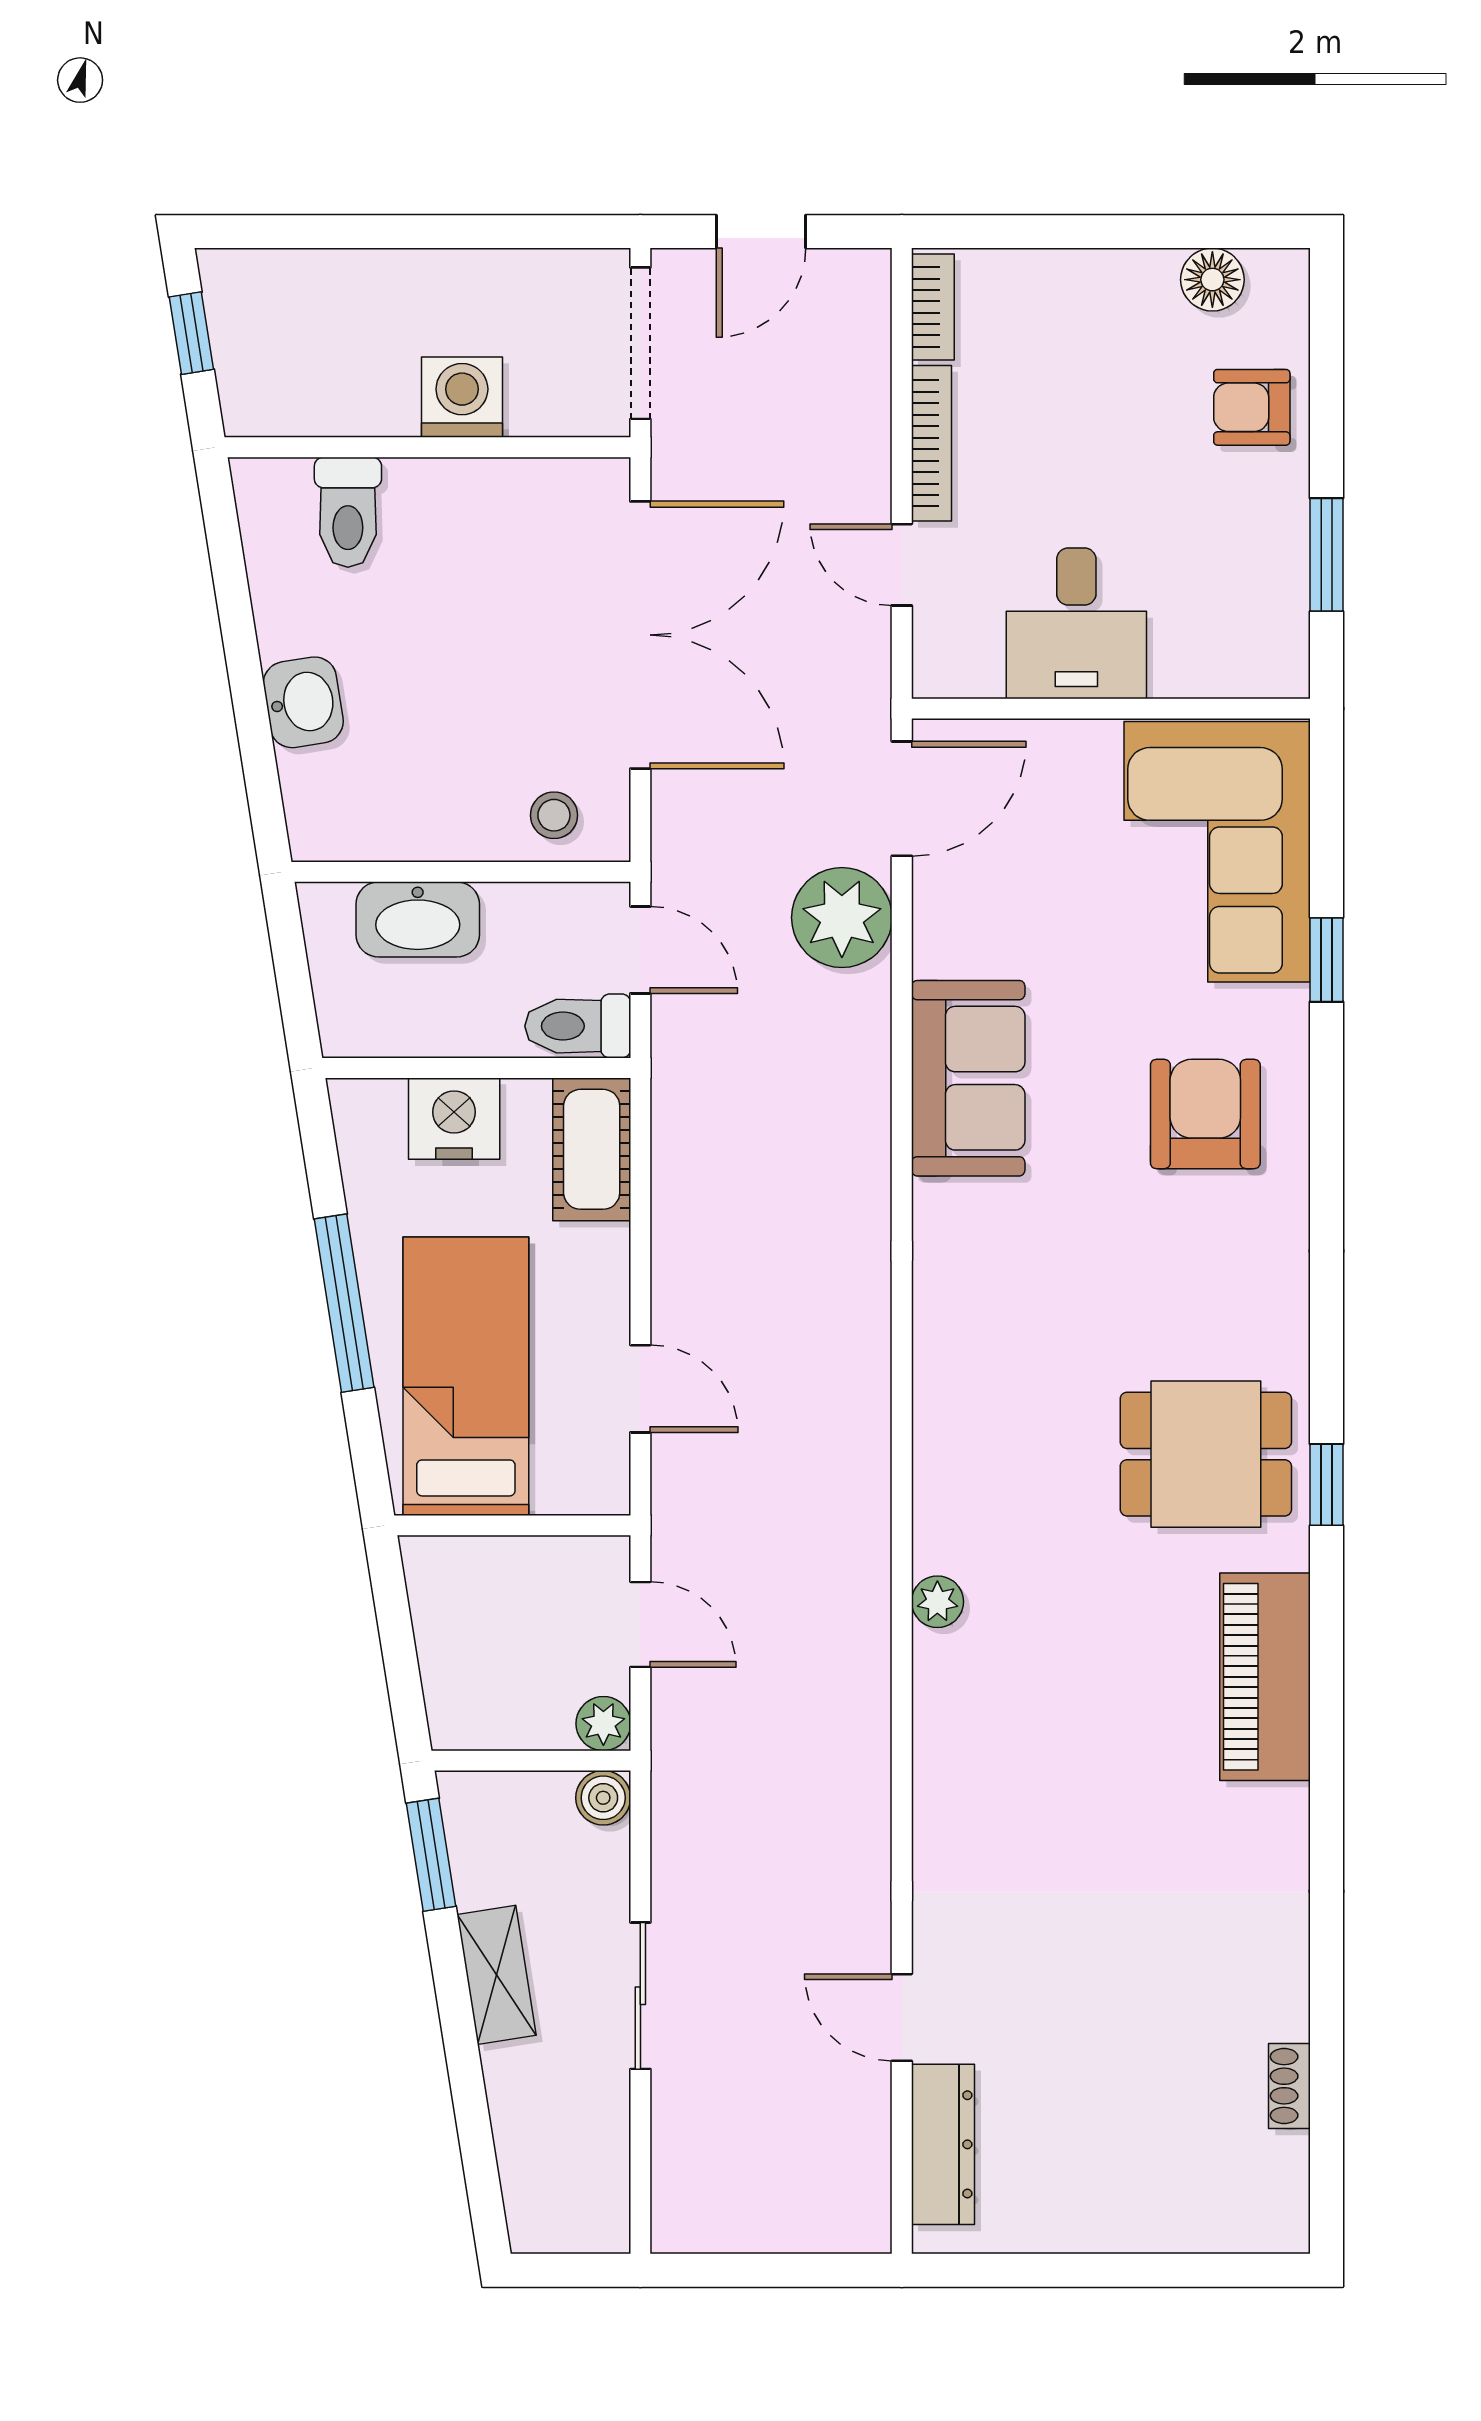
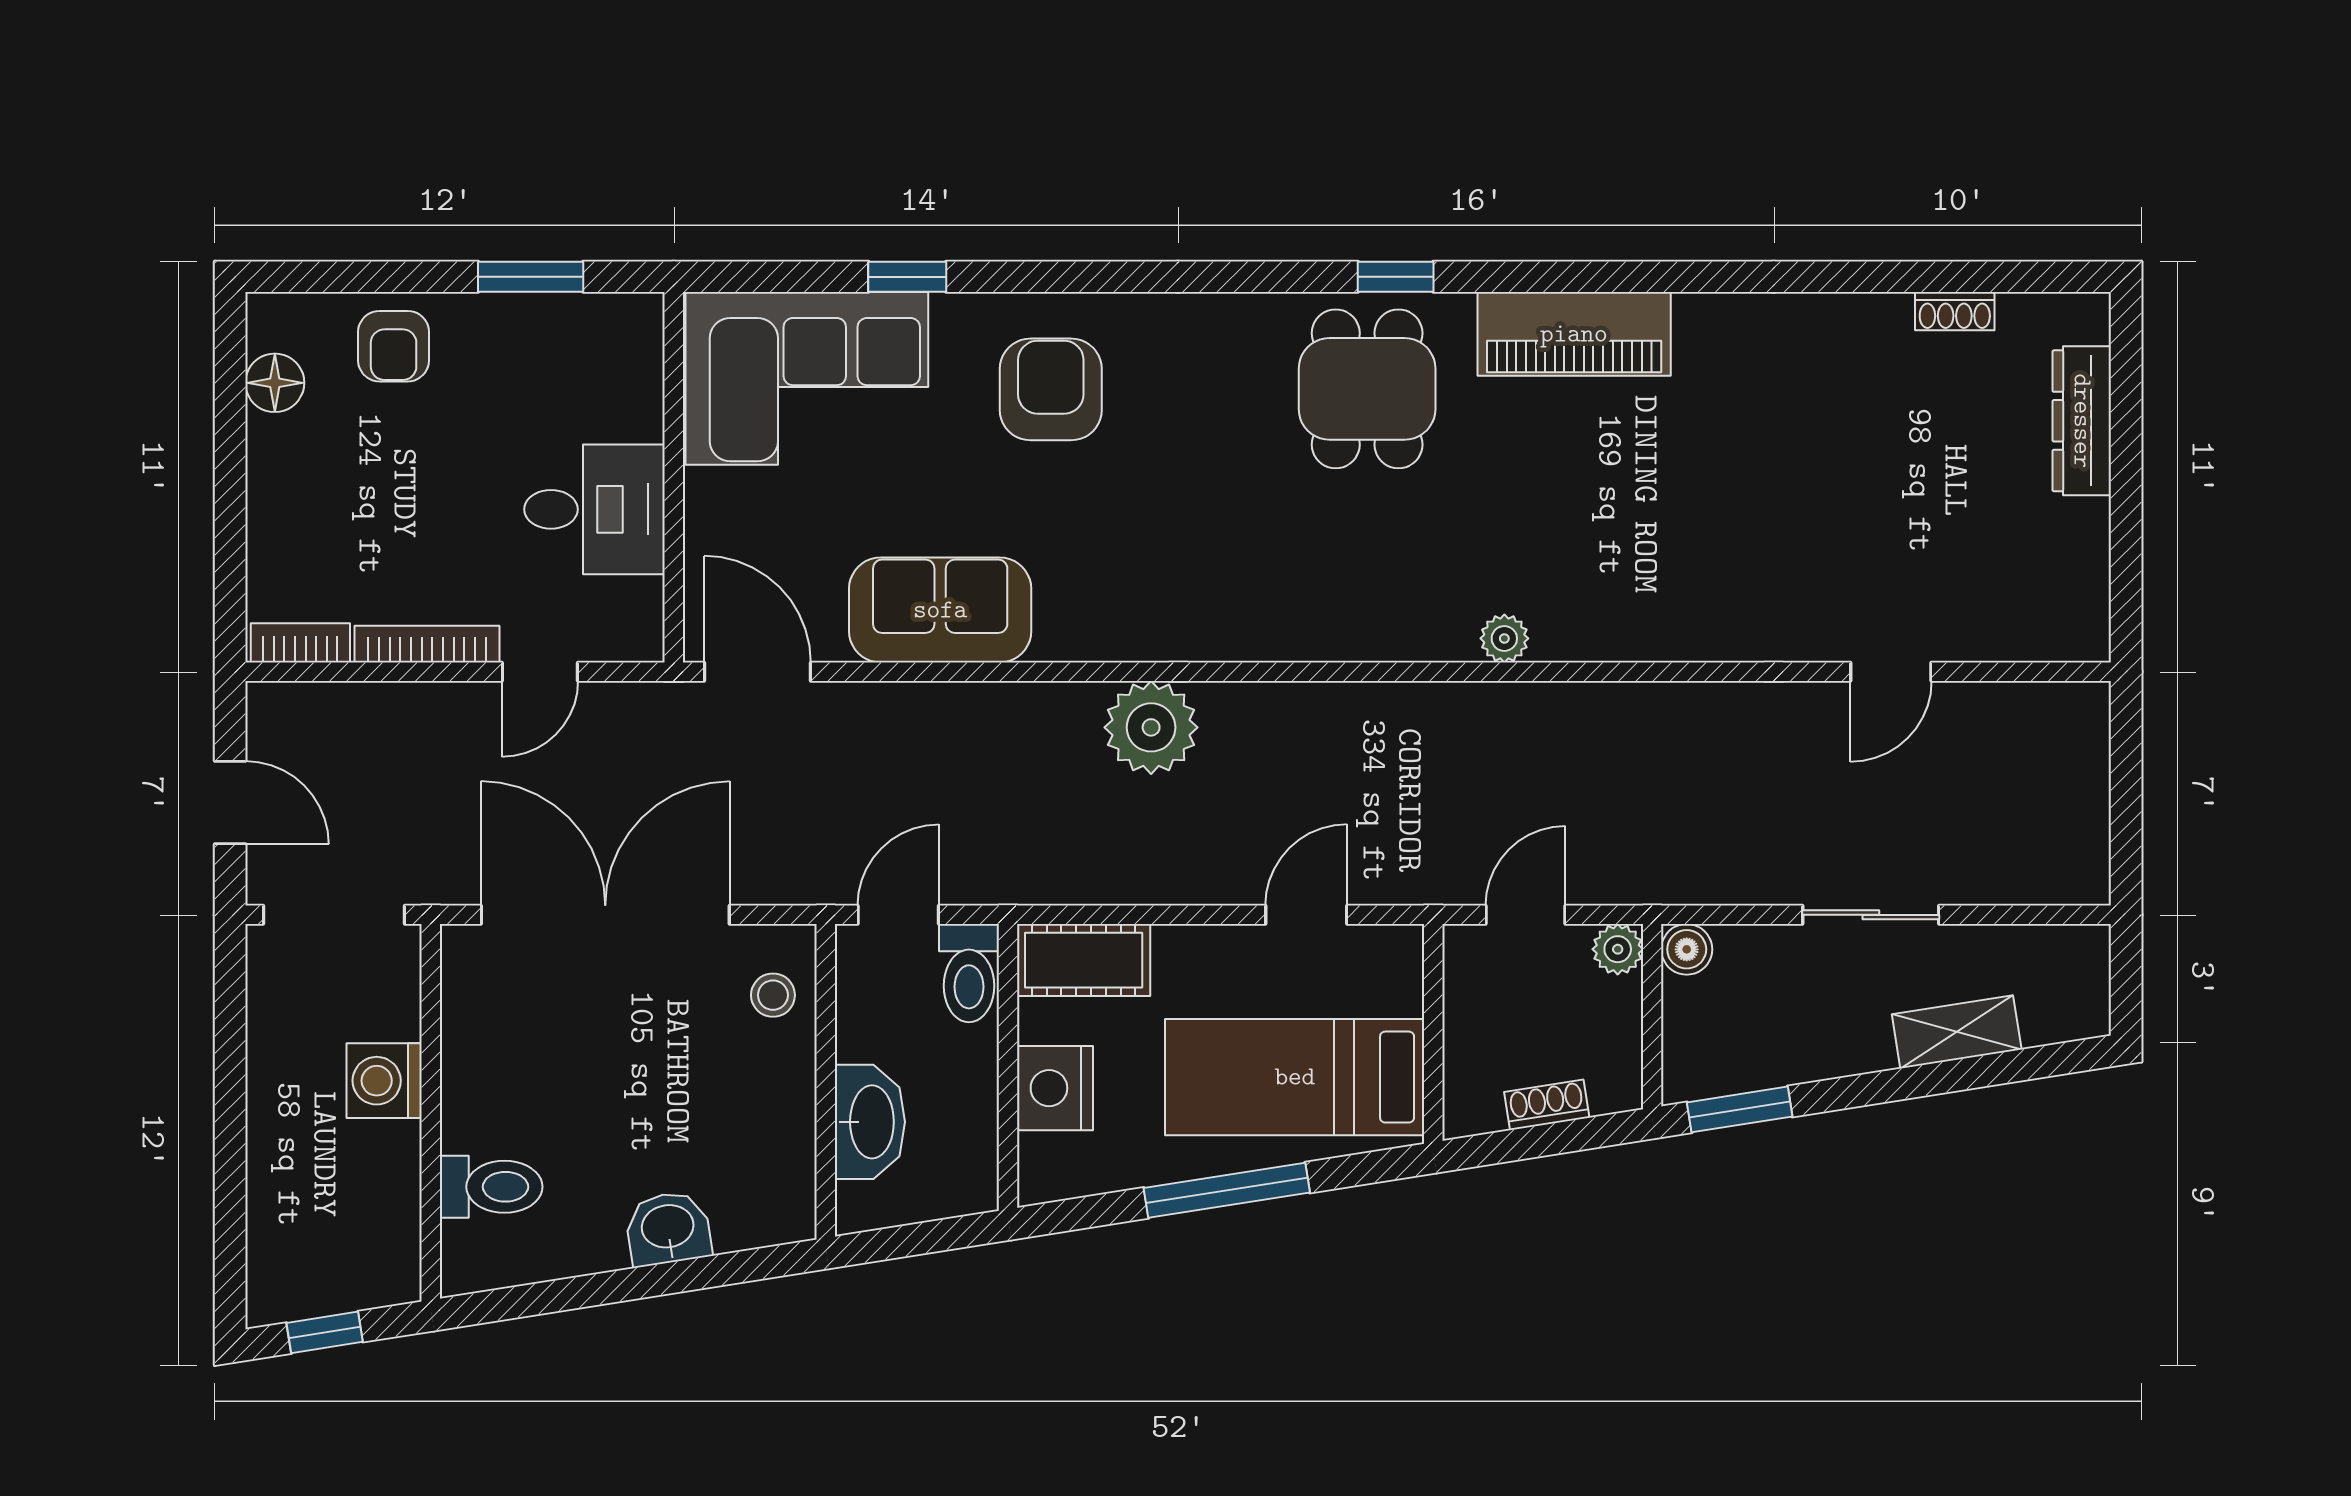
plant: (842, 918) -> (1151, 727), moved
sofa: (968, 1078) -> (940, 610), moved
armchair: (1205, 1114) -> (1051, 389), turned 90
shoe rack: (436, 1647) -> (1547, 1105), added
shelving: (497, 1975) -> (1957, 1032), moved
dresser: (943, 2144) -> (2082, 421), moved, turned -90

